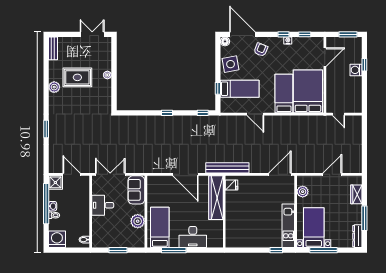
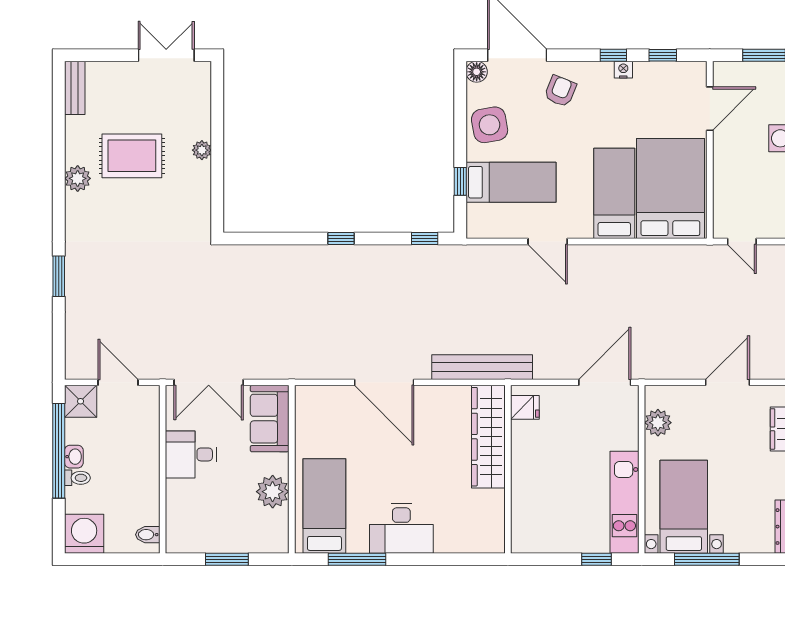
double door: (110, 174) -> (209, 382), swing flipped
fridge: (232, 185) -> (525, 407), moved
wardrobe: (216, 198) -> (488, 437), moved
wall: (224, 212) -> (508, 469), moved

